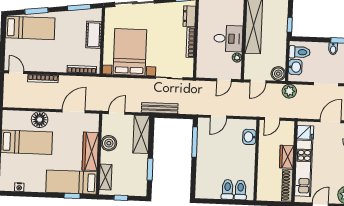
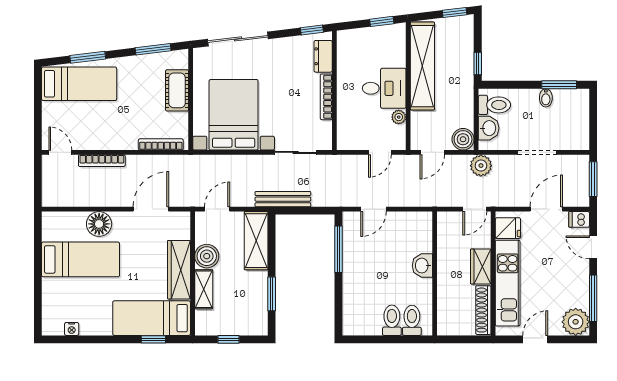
door: (272, 119) -> (475, 209), moved
washbasin: (249, 137) -> (422, 266), moved
shelving: (106, 177) -> (204, 289), moved

